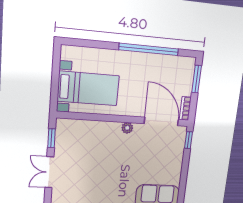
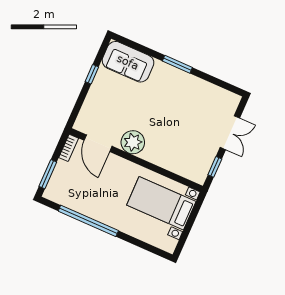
door: (161, 121) -> (98, 143), width x0.73
plant: (127, 128) -> (133, 142), width x1.88, depth x1.88
window: (189, 140) -> (92, 74), moved

